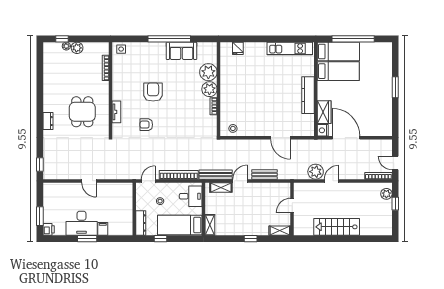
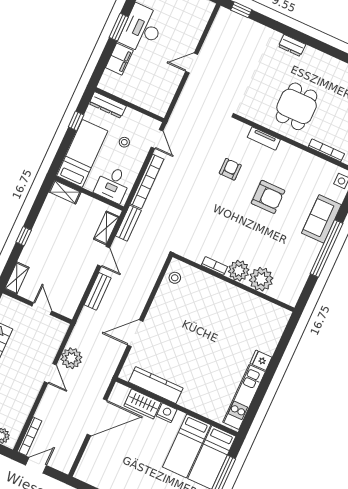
fridge: (238, 48) -> (261, 360), moved
sofa: (181, 51) -> (321, 219), moved
kitchen counter: (308, 95) -> (156, 385), moved
dining table: (82, 112) -> (297, 106), moved, turned 90
nightstand: (323, 130) -> (167, 413), moved
bench: (216, 175) -> (128, 223), width x0.73
filing cabinet: (103, 229) -> (119, 59), width x2.00

